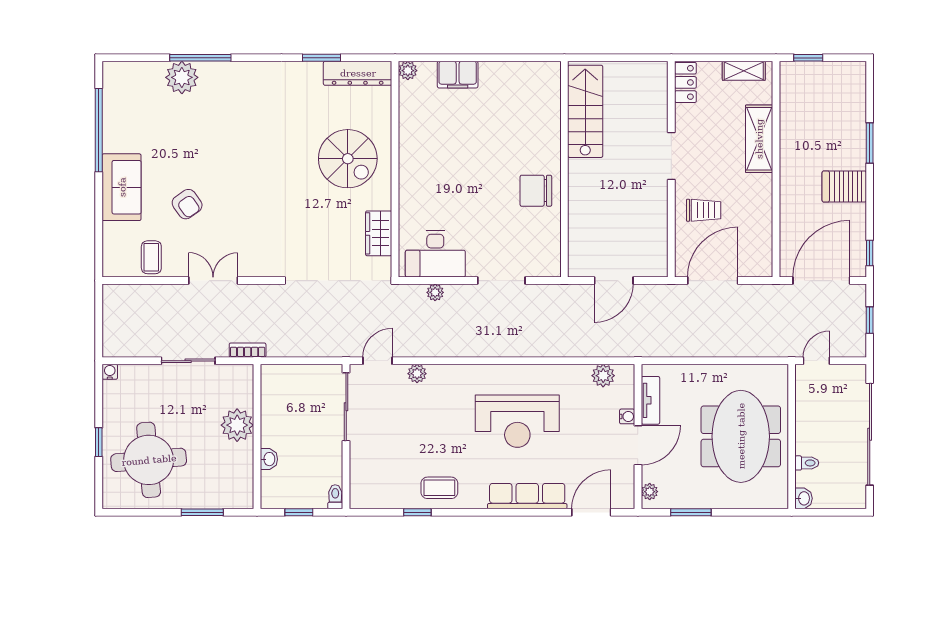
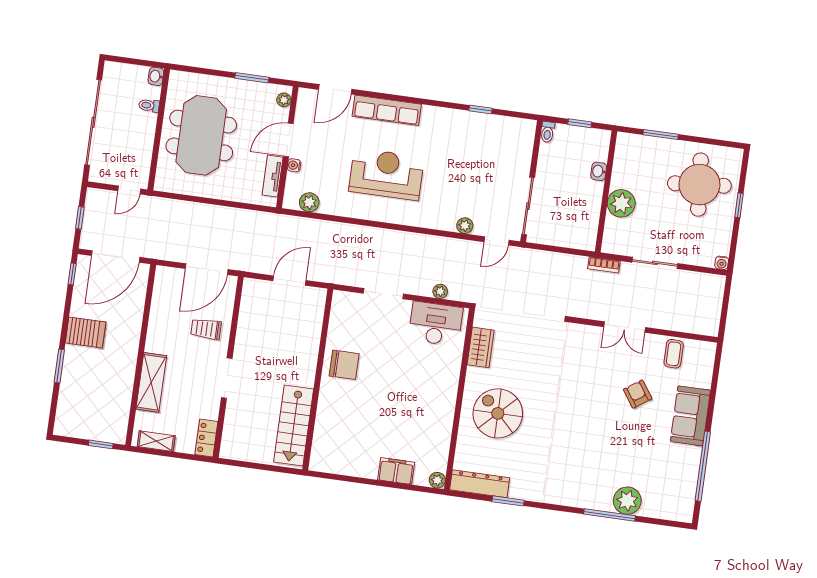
coffee table: (439, 488) -> (459, 127), removed

